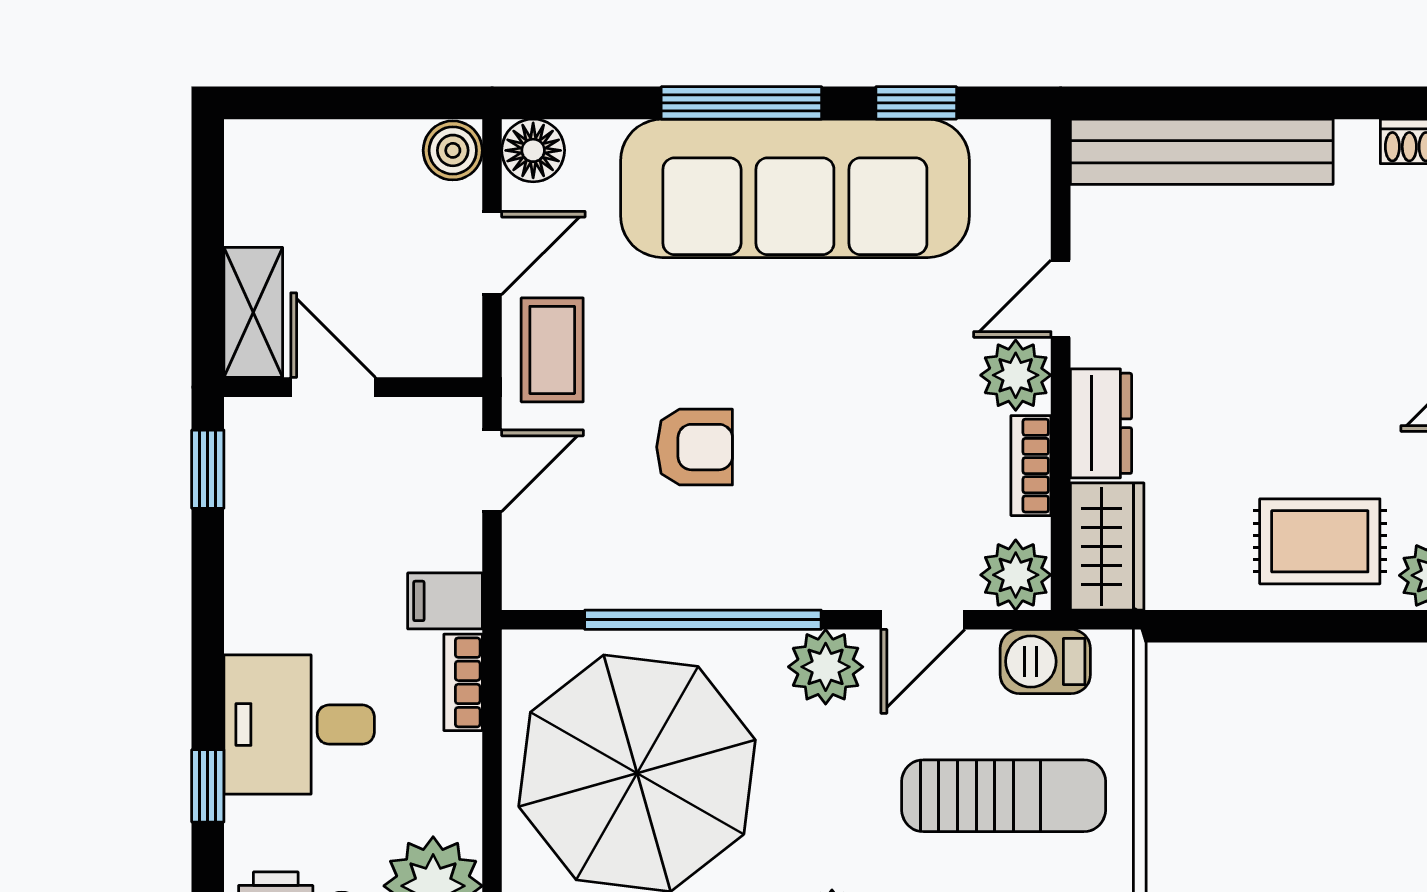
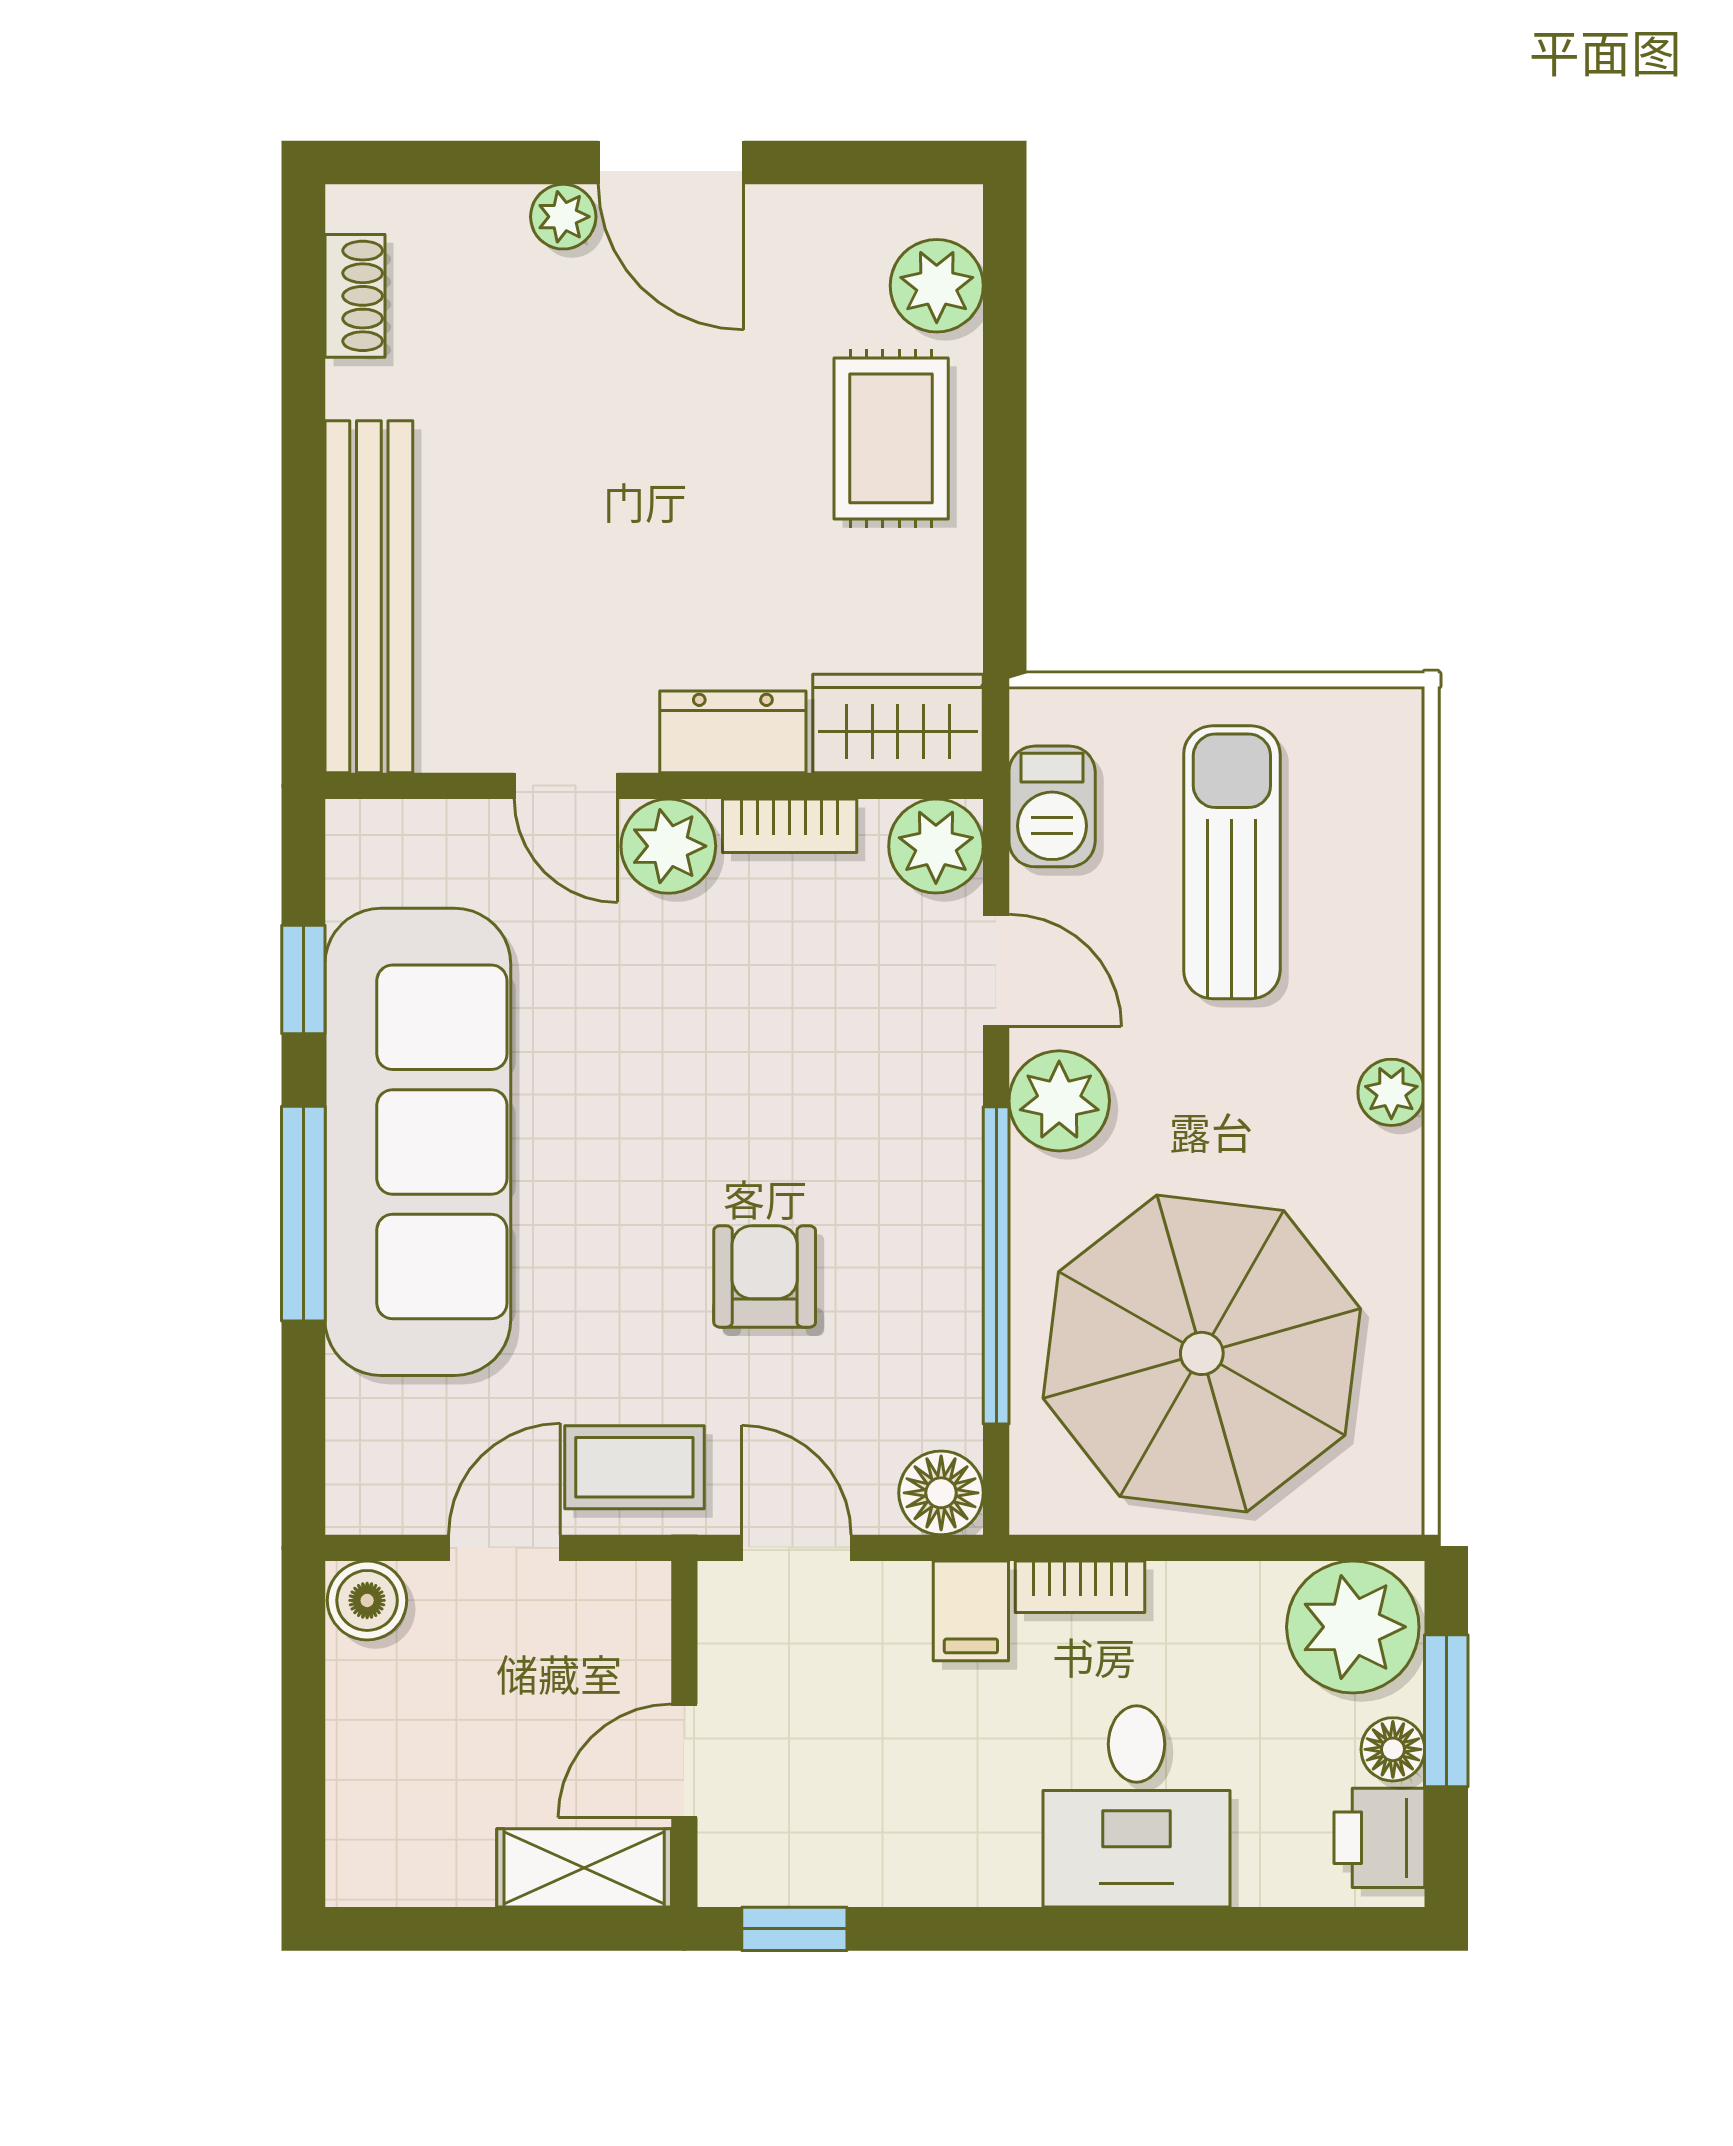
floor lamp: (533, 150) -> (941, 1493), moved
door: (492, 253) -> (505, 1548), hinge flipped
window: (208, 786) -> (1219, 1929), removed

